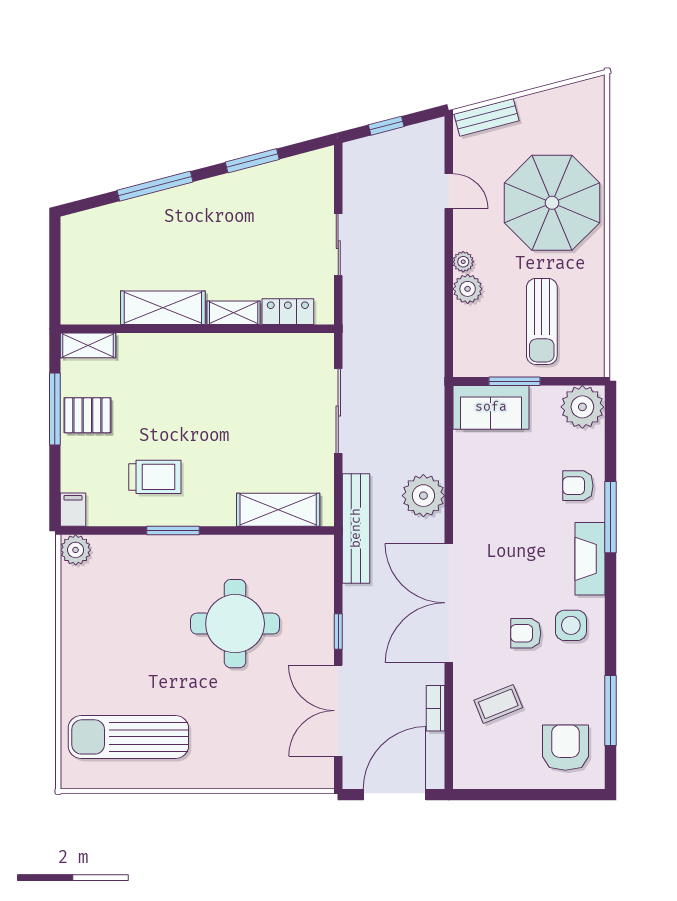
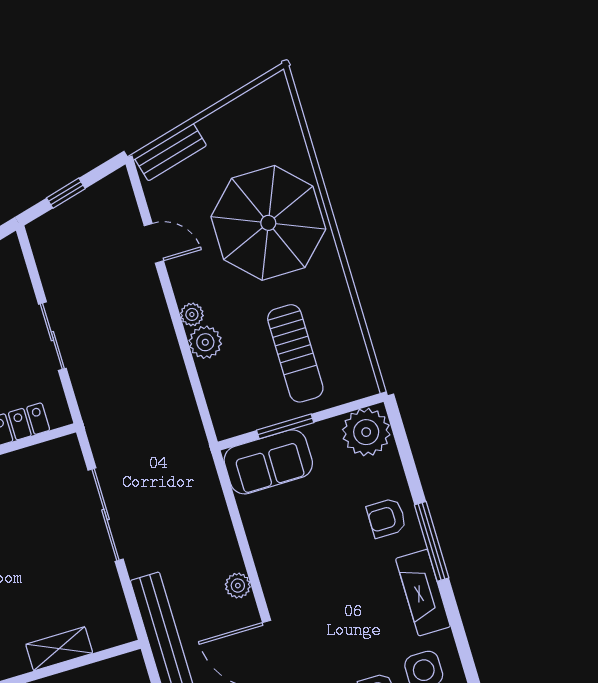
plant: (423, 496) -> (238, 586), width x0.53, depth x0.53
shelving: (278, 510) -> (59, 649), width x0.67, depth x0.75

